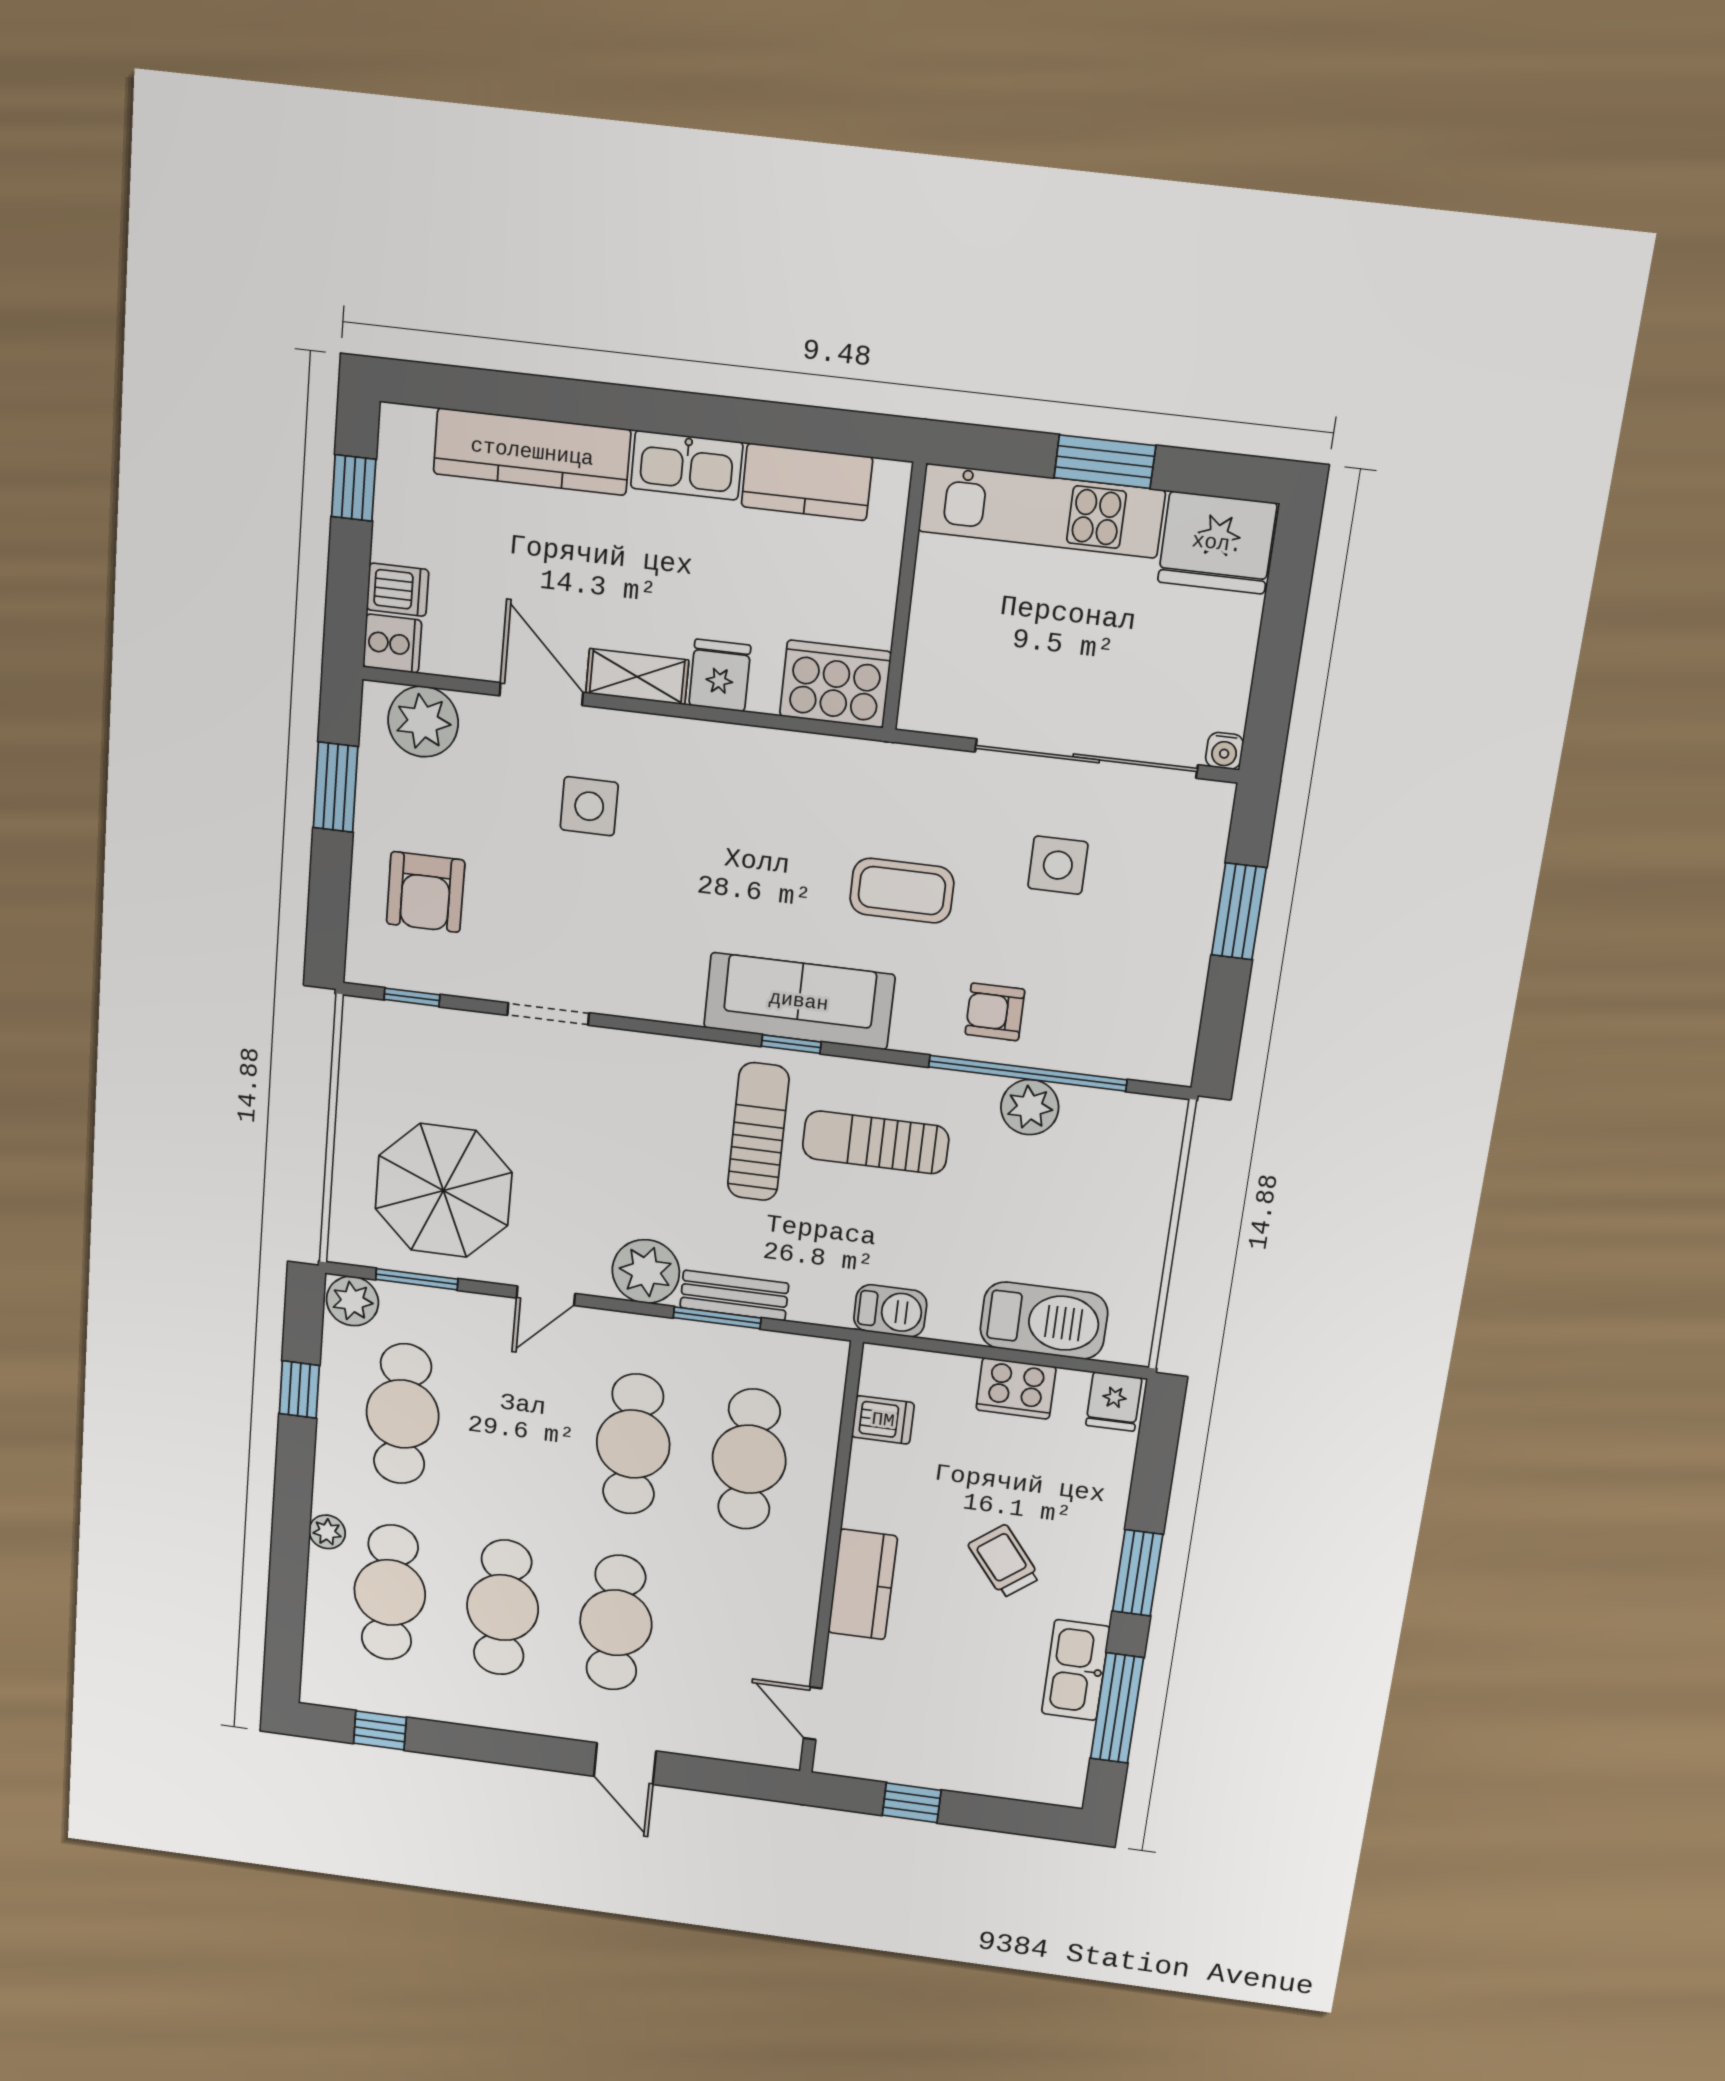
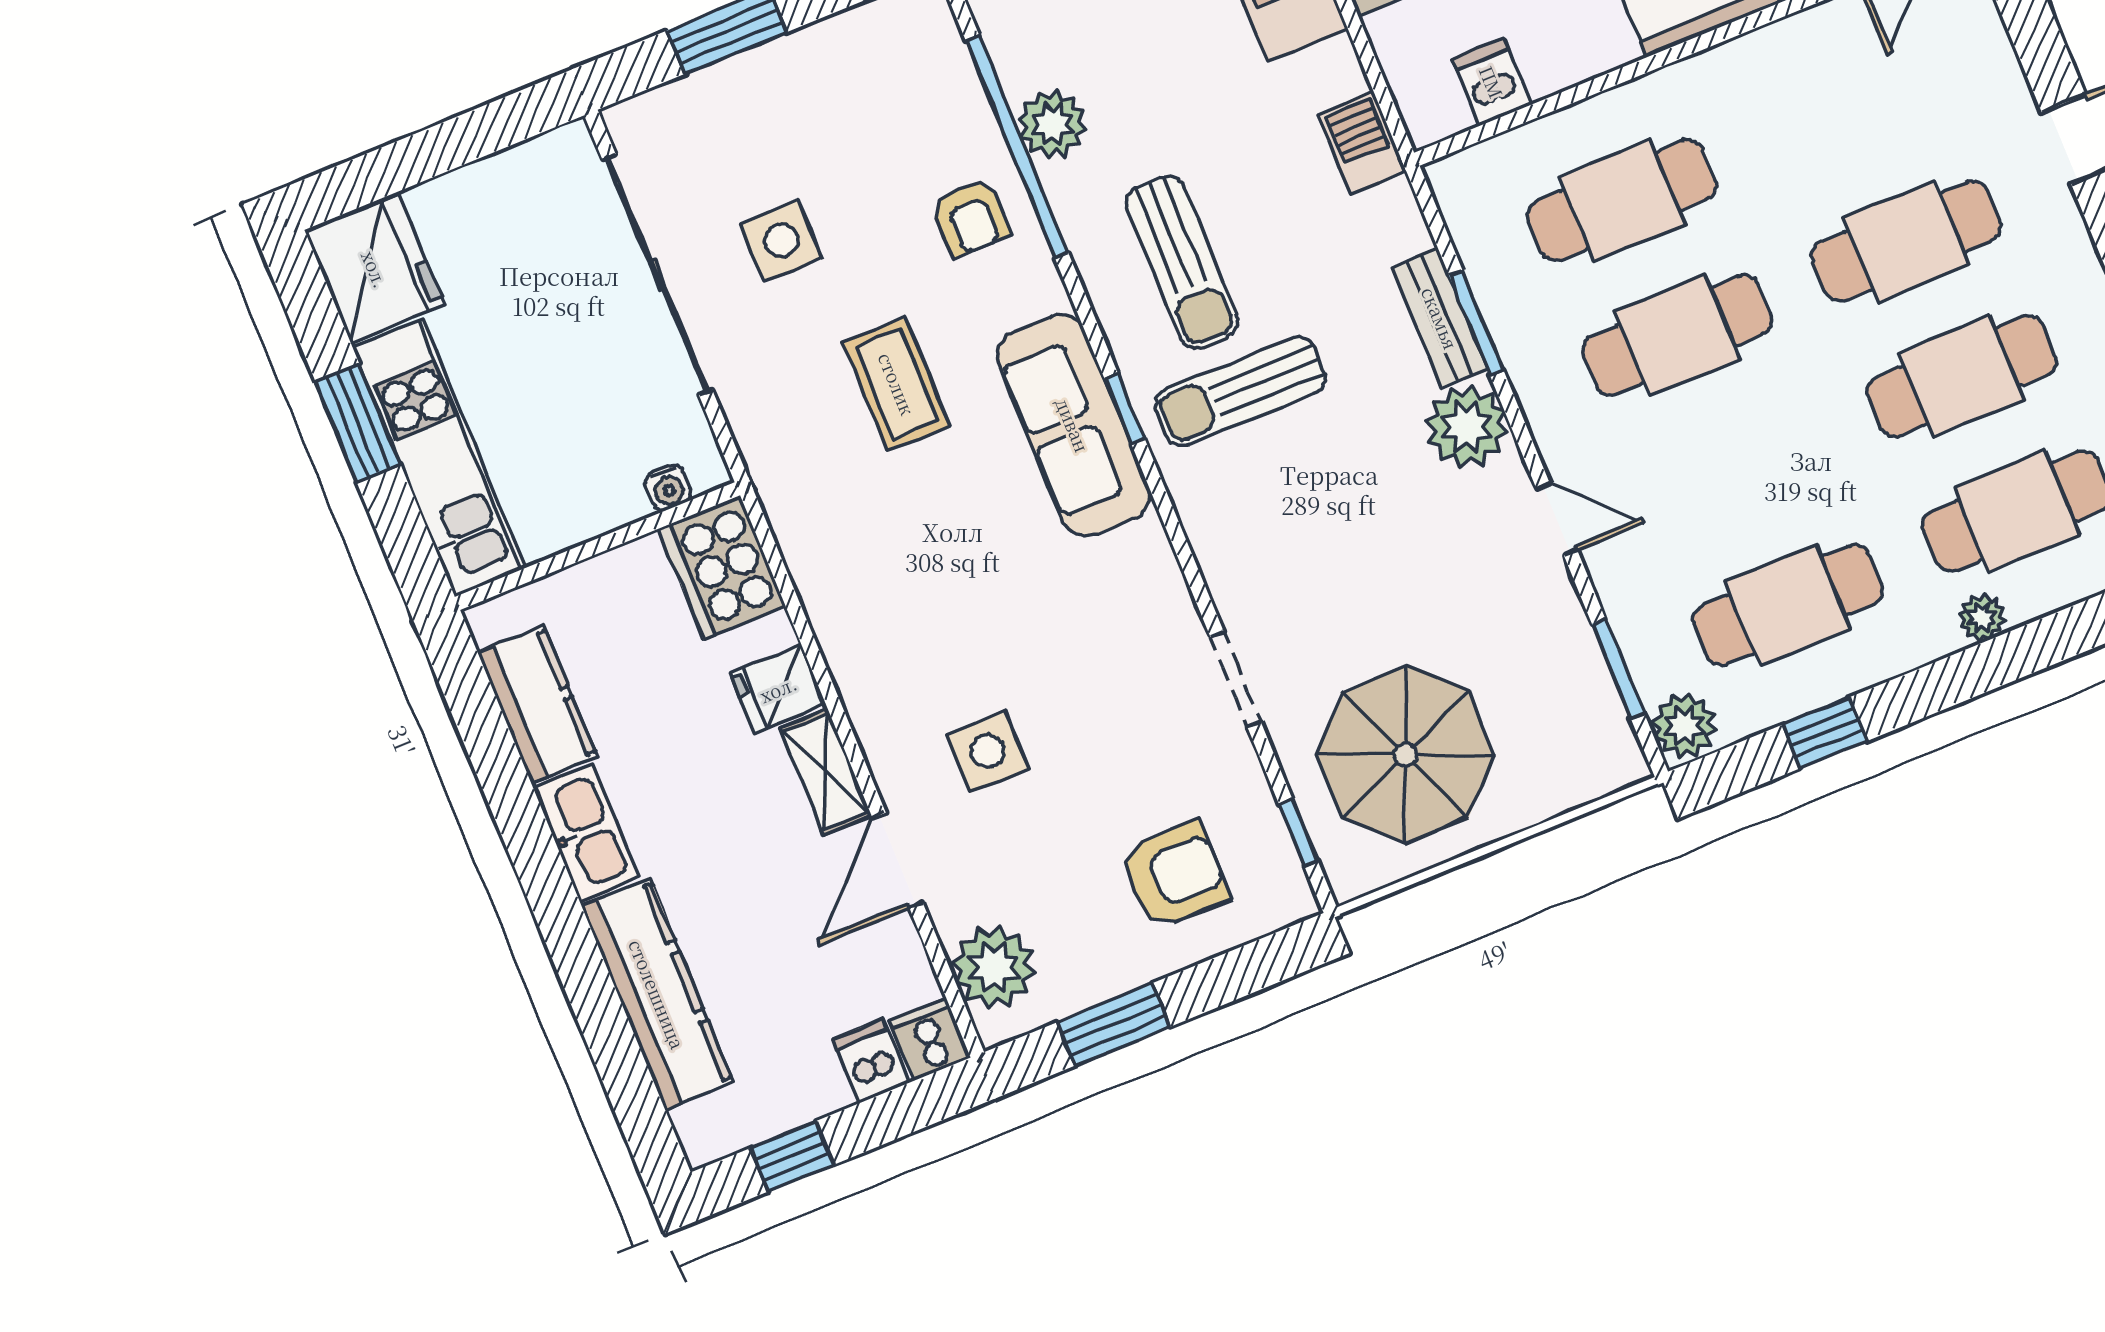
water cooler: (1224, 751) -> (668, 488), moved, turned 90
parasol: (443, 1191) -> (1405, 755), moved

